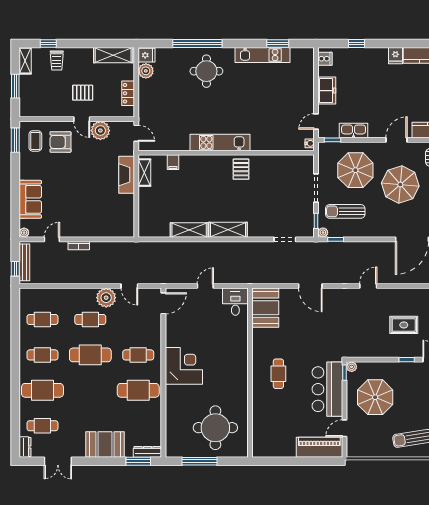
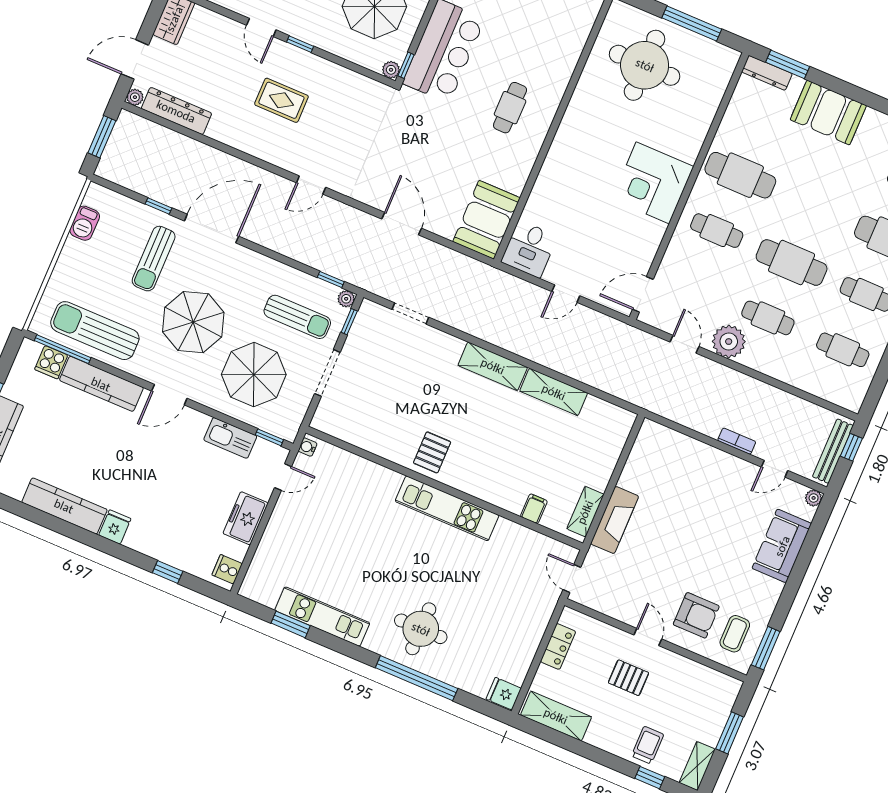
plant: (146, 71) -> (515, 670), removed
plant: (100, 131) -> (626, 607), removed

